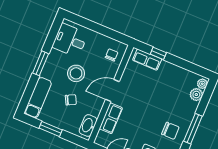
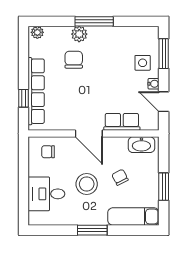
desk: (70, 40) -> (46, 194), moved, turned 90
row of seats: (147, 60) -> (36, 91), width x2.02
plant: (196, 95) -> (79, 34), moved
chair: (170, 131) -> (74, 60), moved

